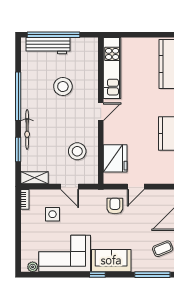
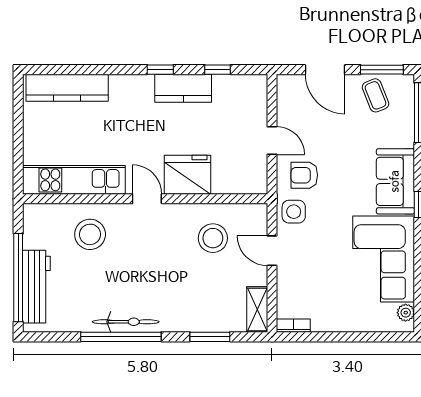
stool: (63, 87) -> (90, 234), moved
bicycle: (27, 129) -> (126, 322), moved
fridge: (115, 158) -> (188, 175), moved
door: (70, 187) -> (272, 251), swing flipped
side table: (53, 214) -> (294, 212), moved

